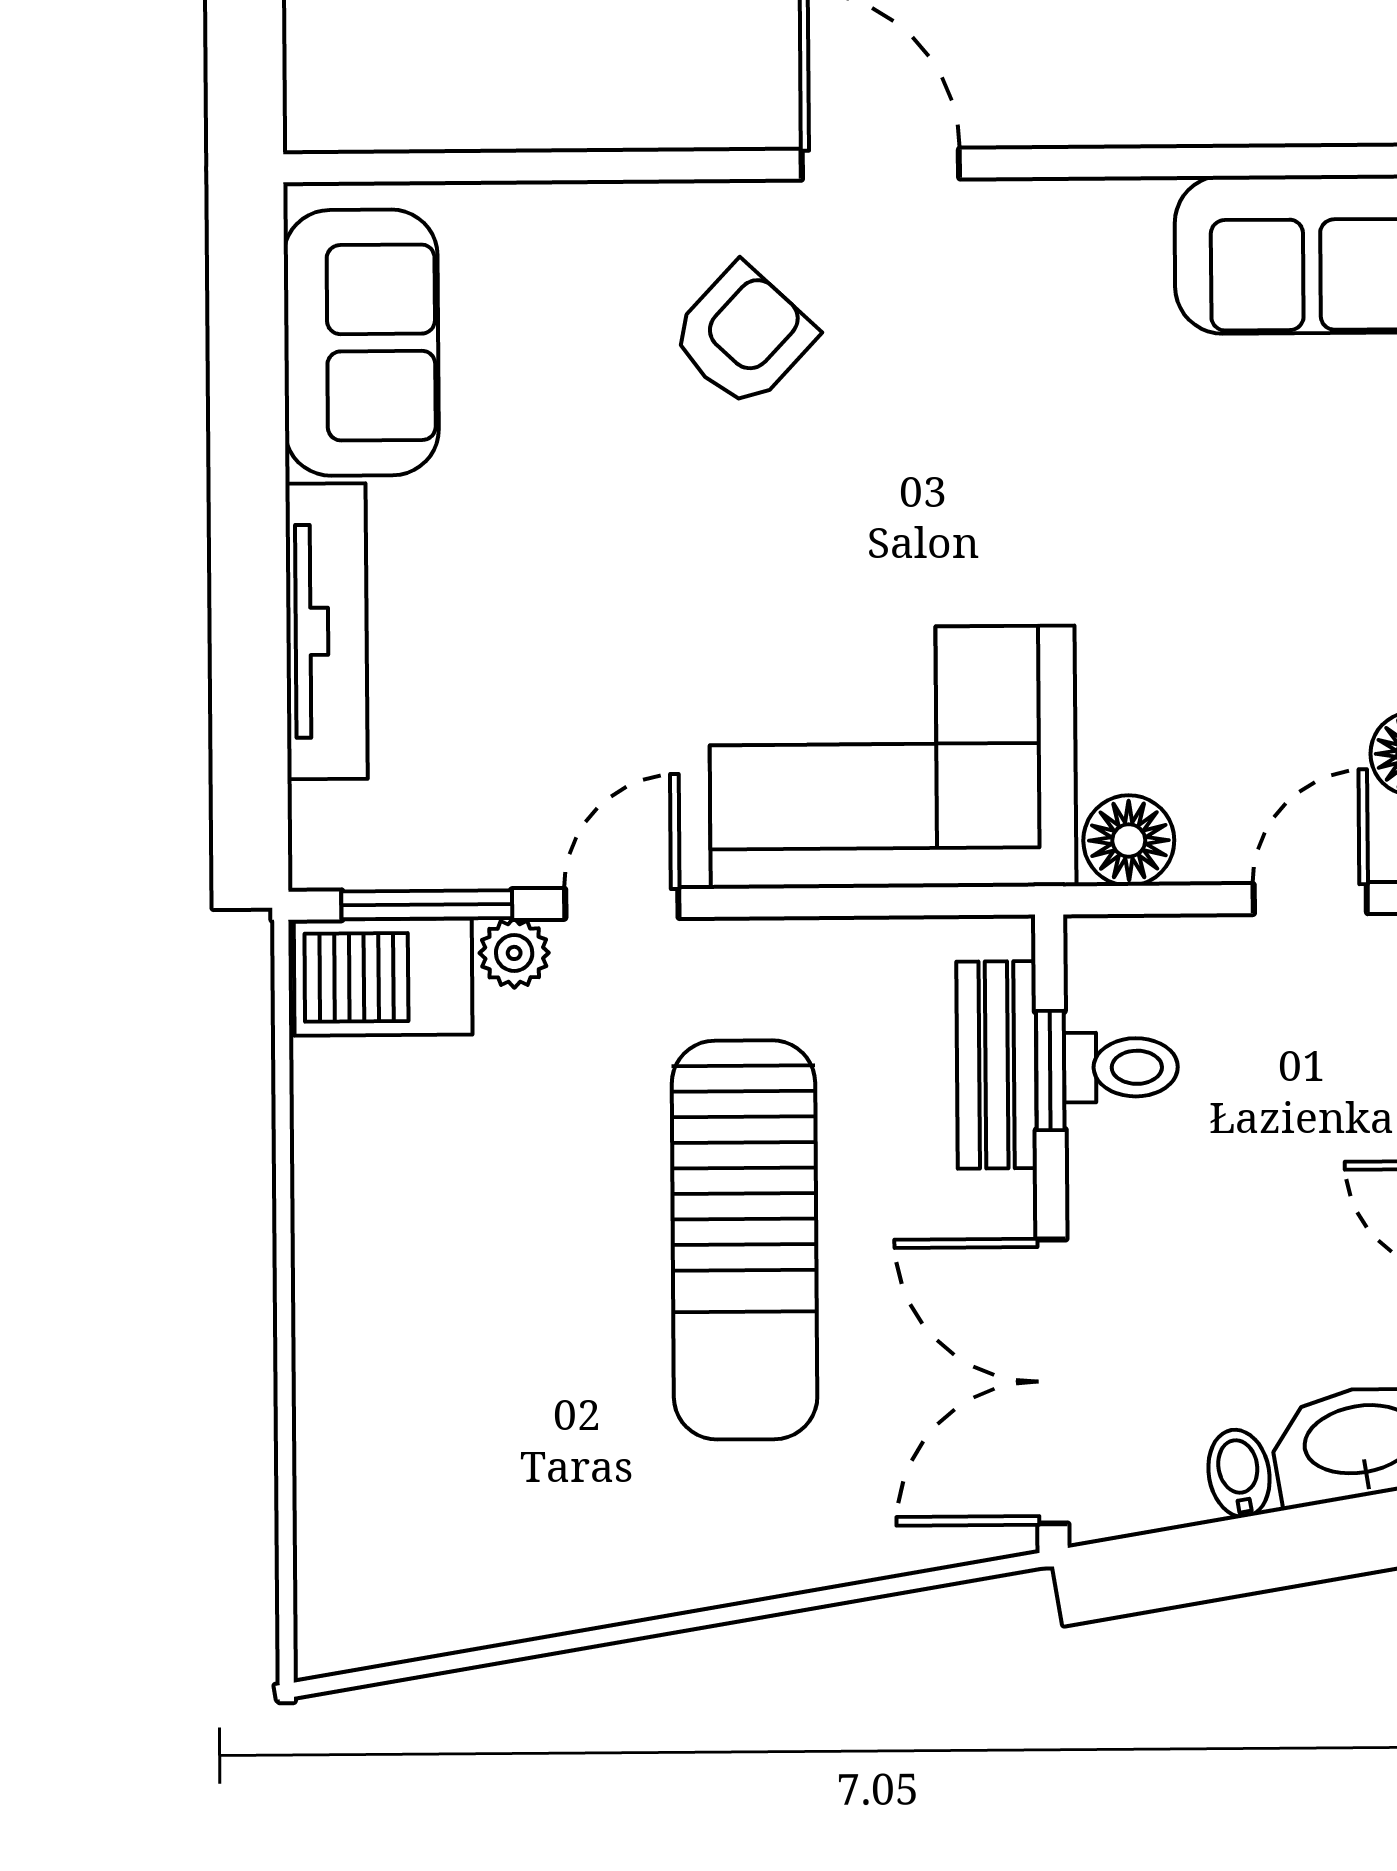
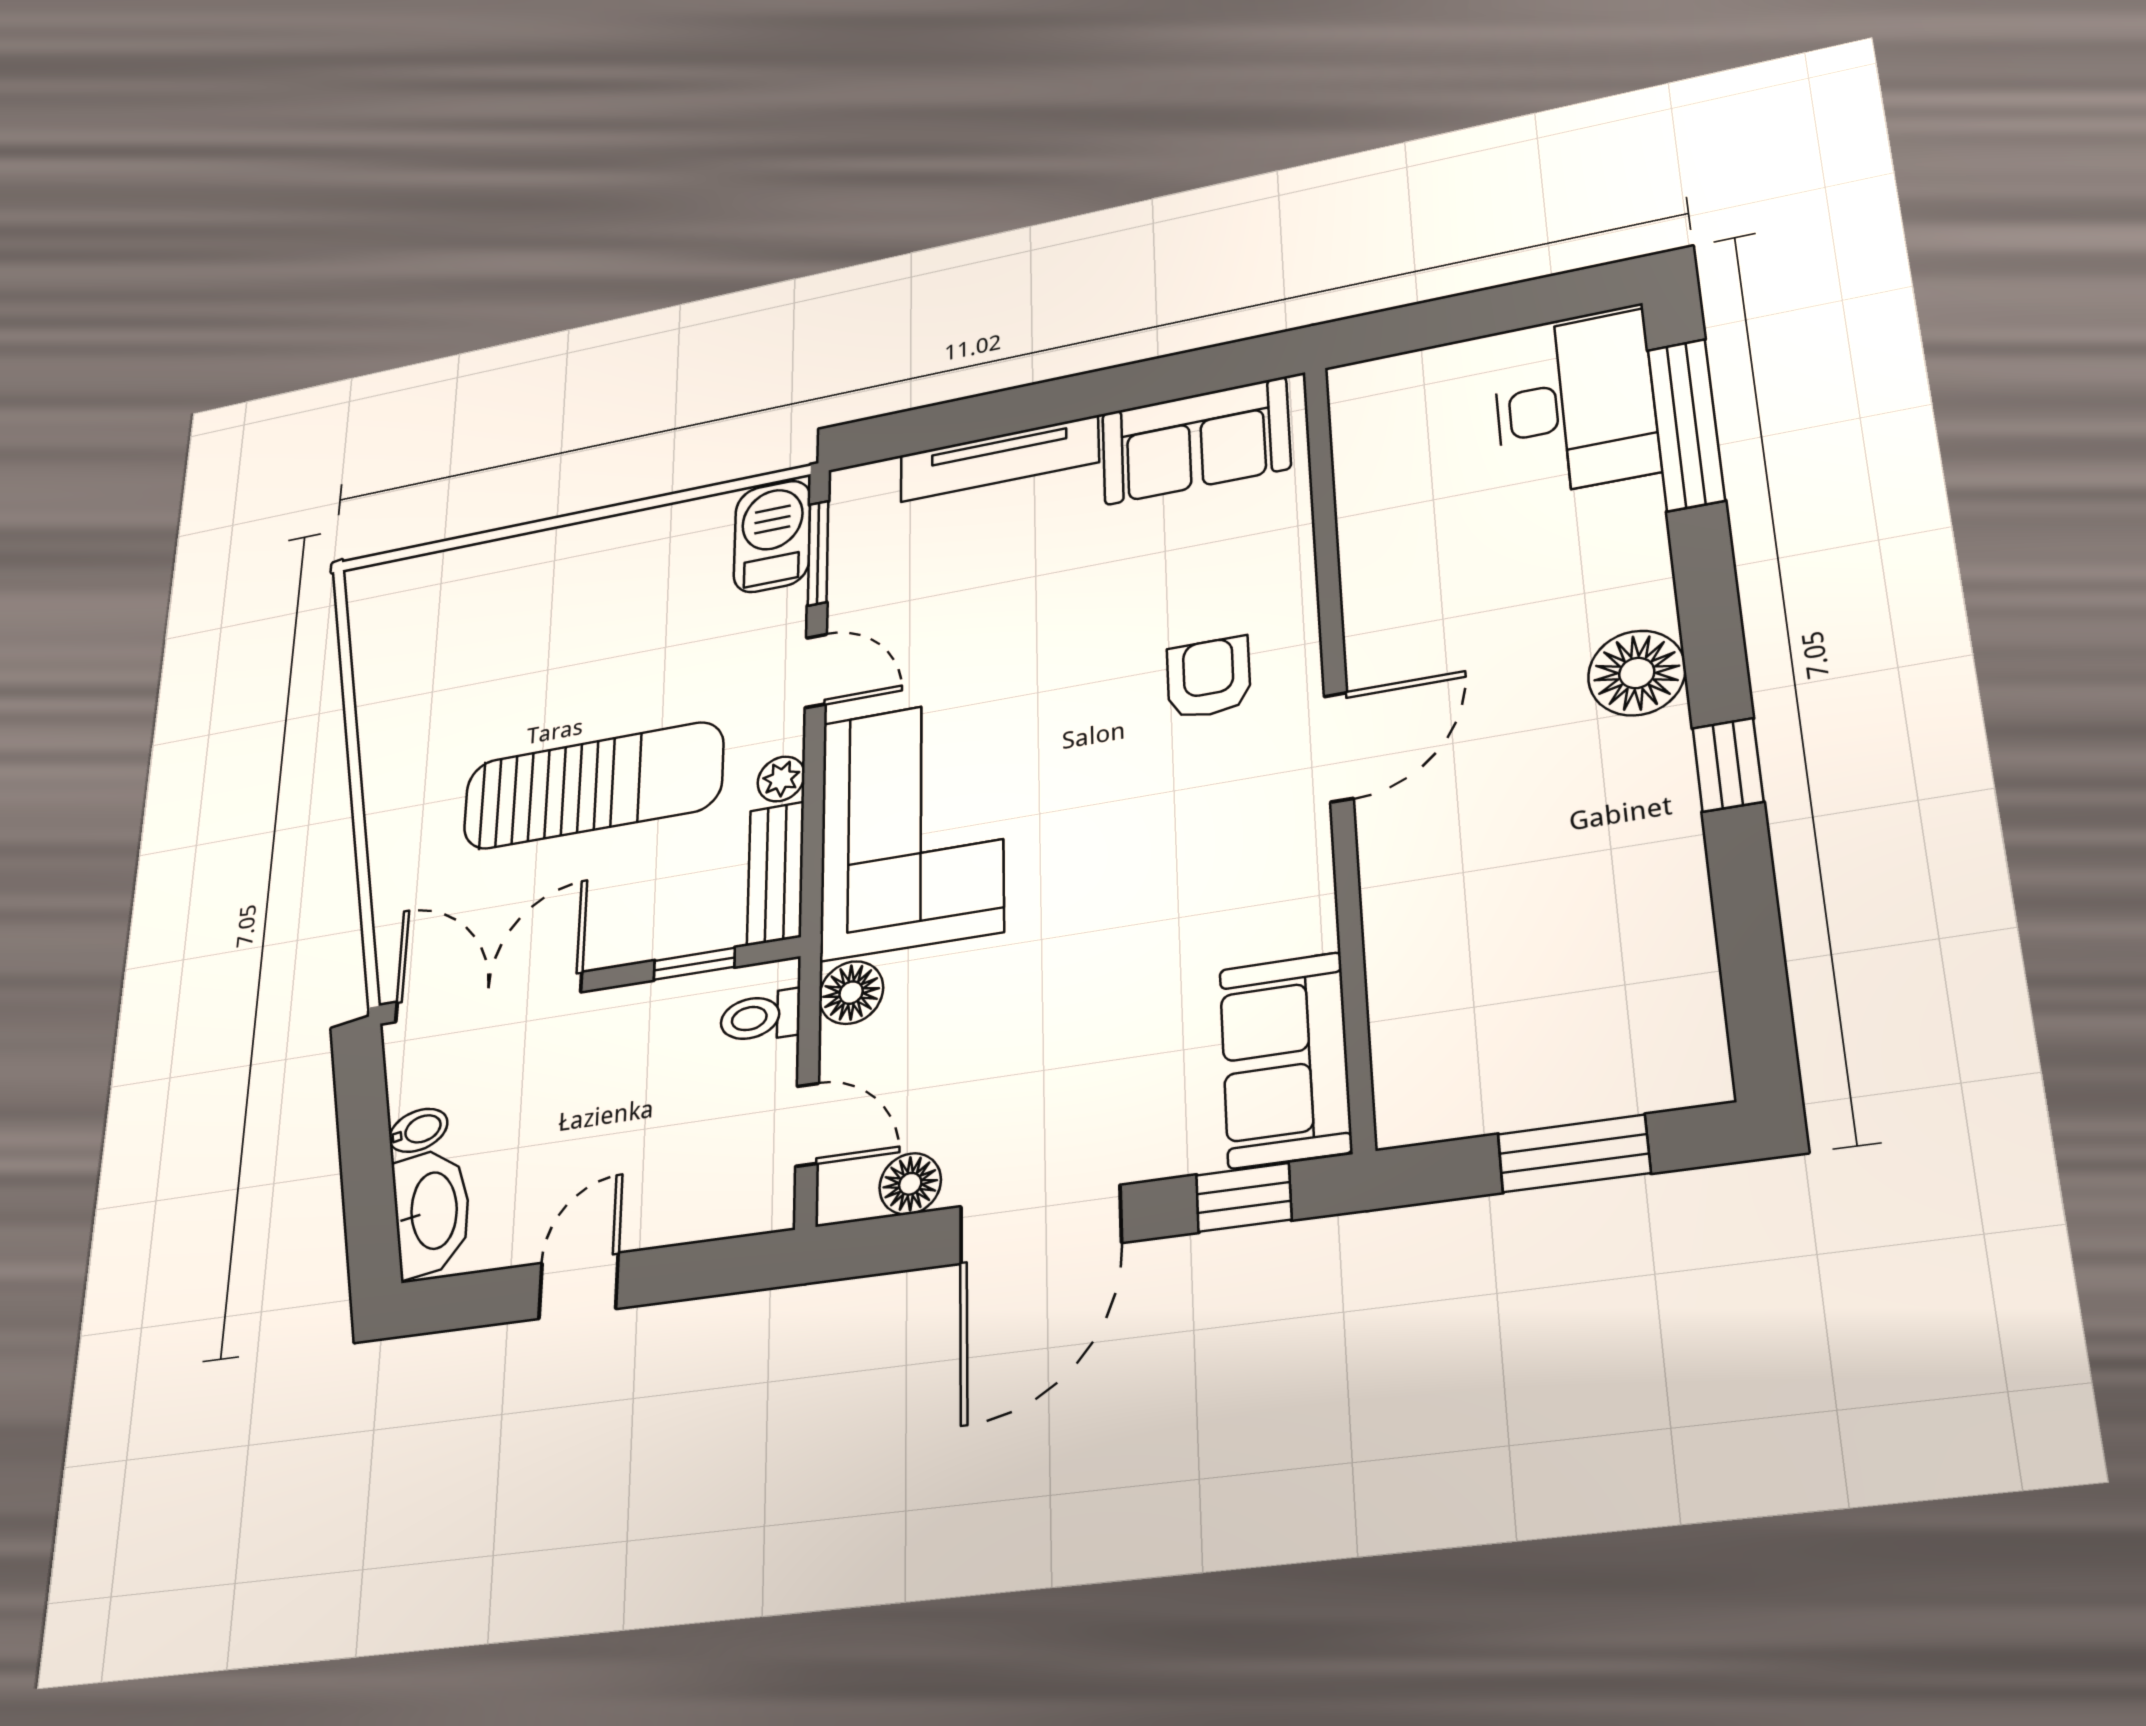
armchair: (743, 336) -> (1209, 678), turned -133
plant: (514, 953) -> (781, 779), moved
bench: (997, 1065) -> (776, 873), moved, turned 90
toilet: (1121, 1067) -> (760, 1017), moved, turned 90
sun lounger: (745, 1240) -> (593, 786), turned 180

